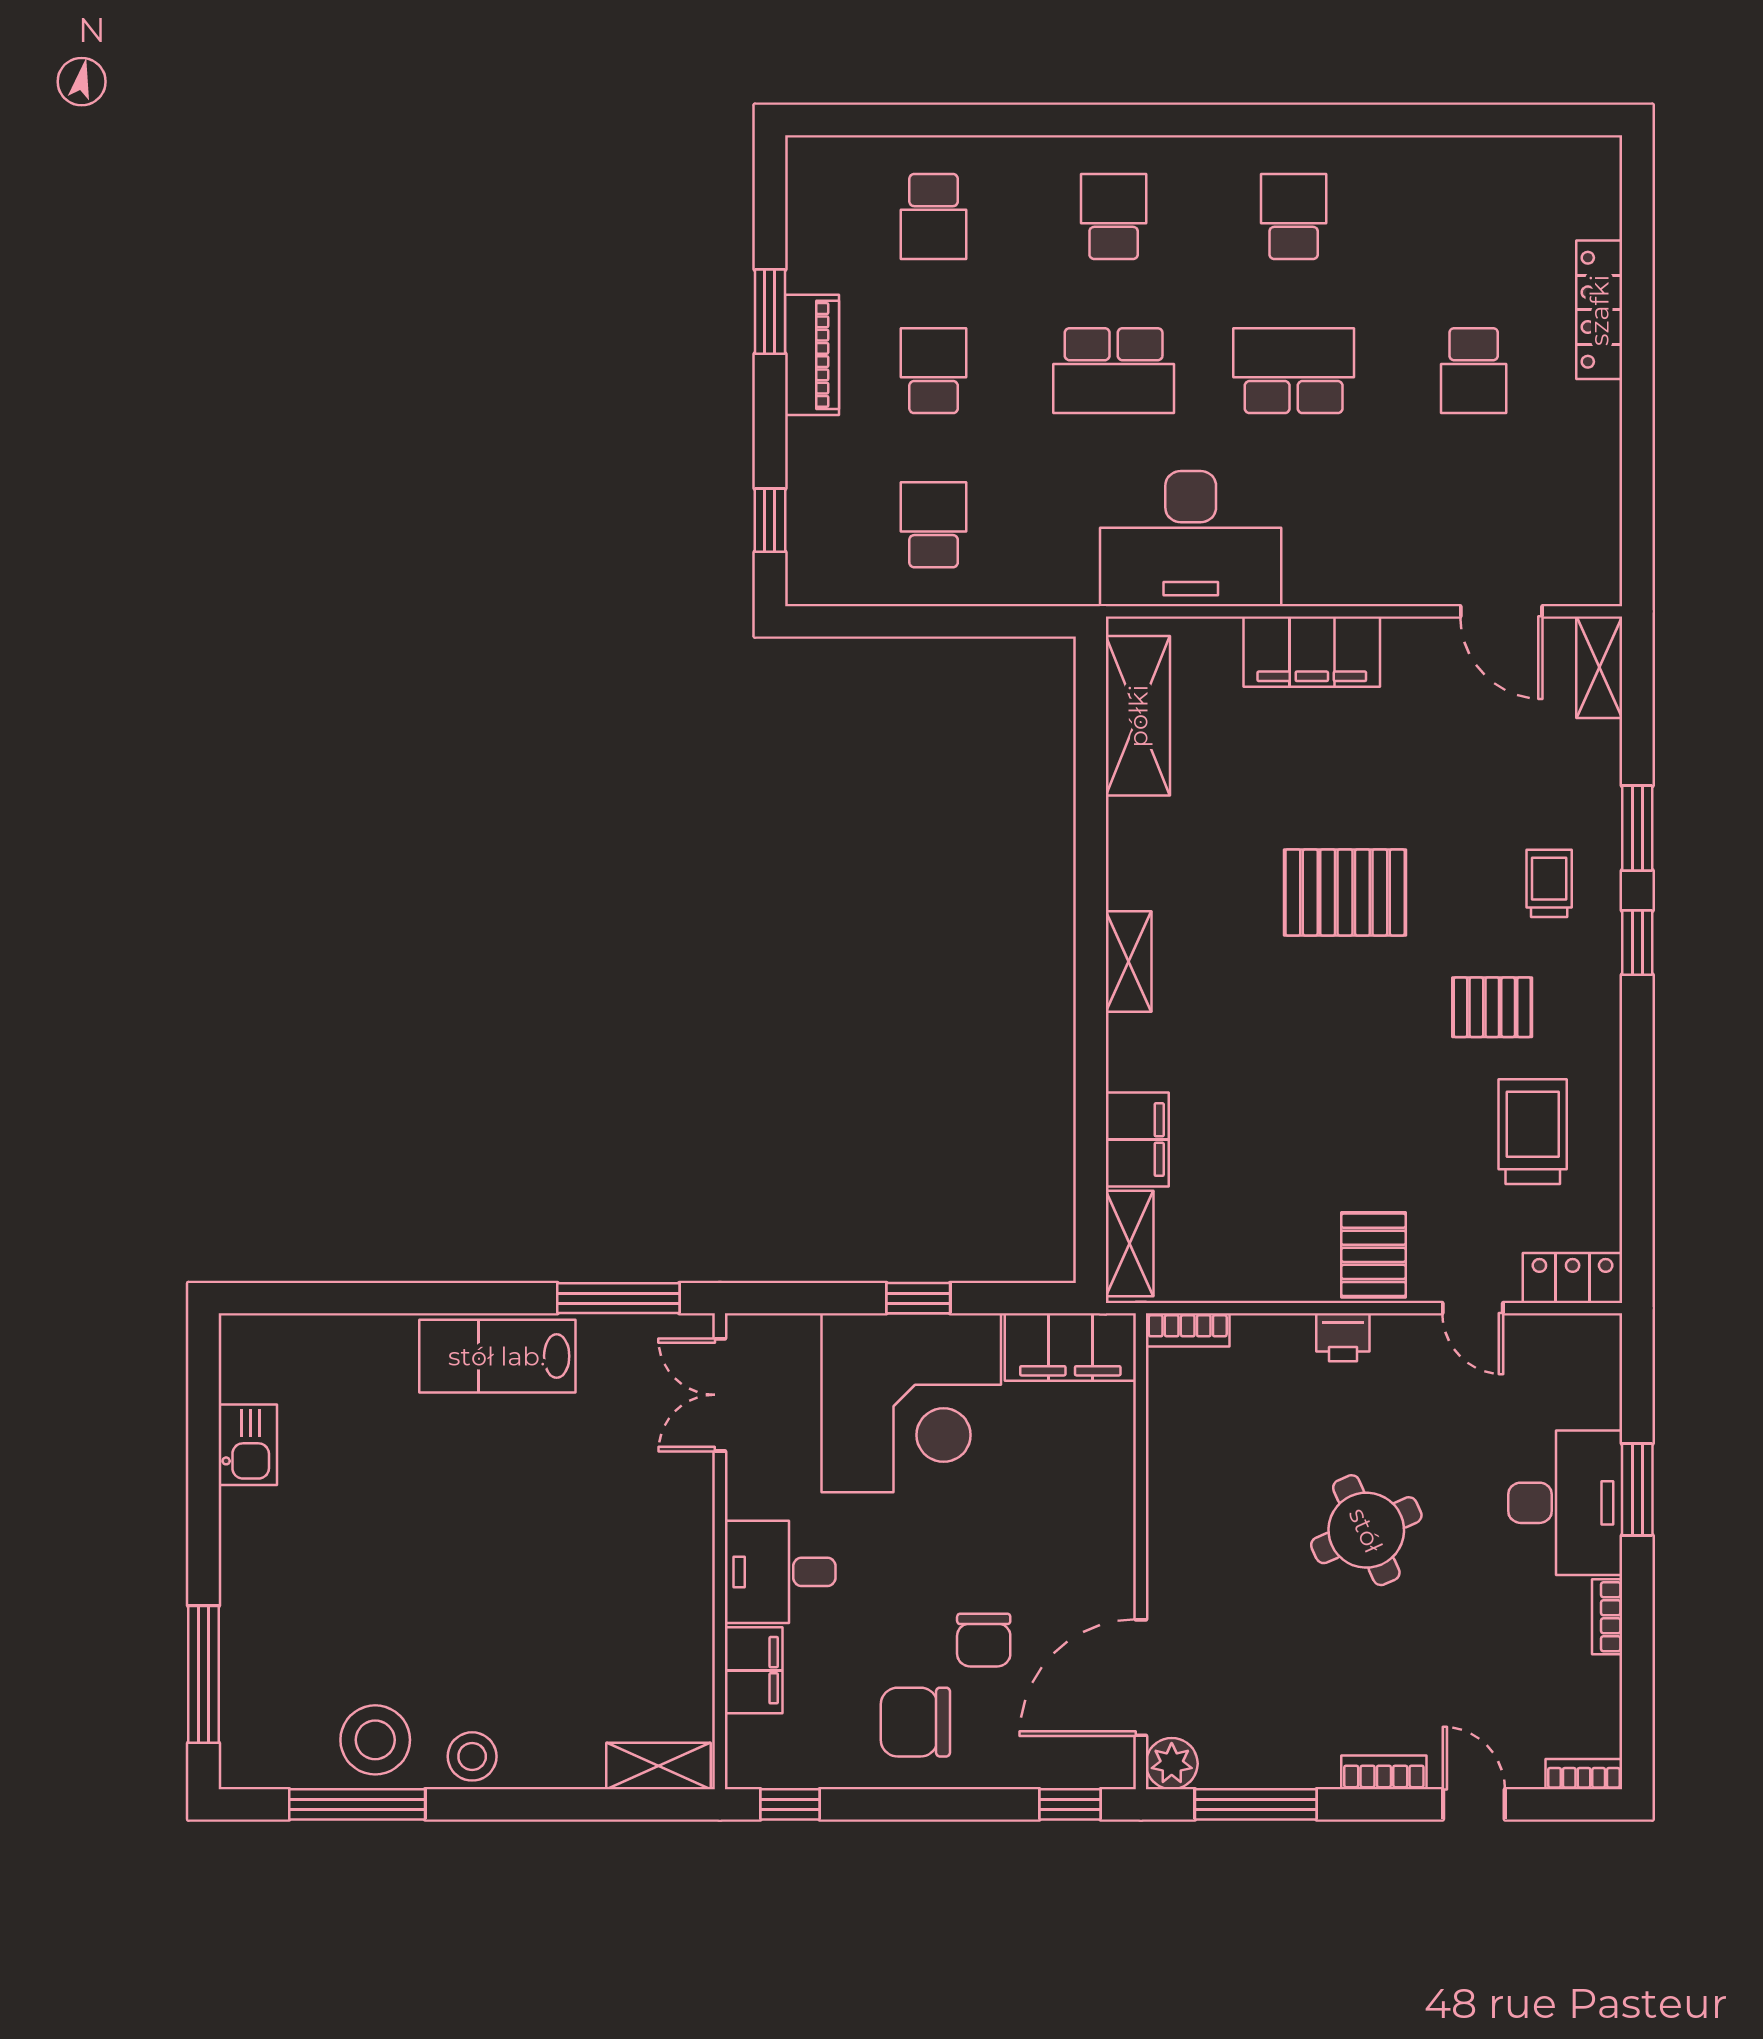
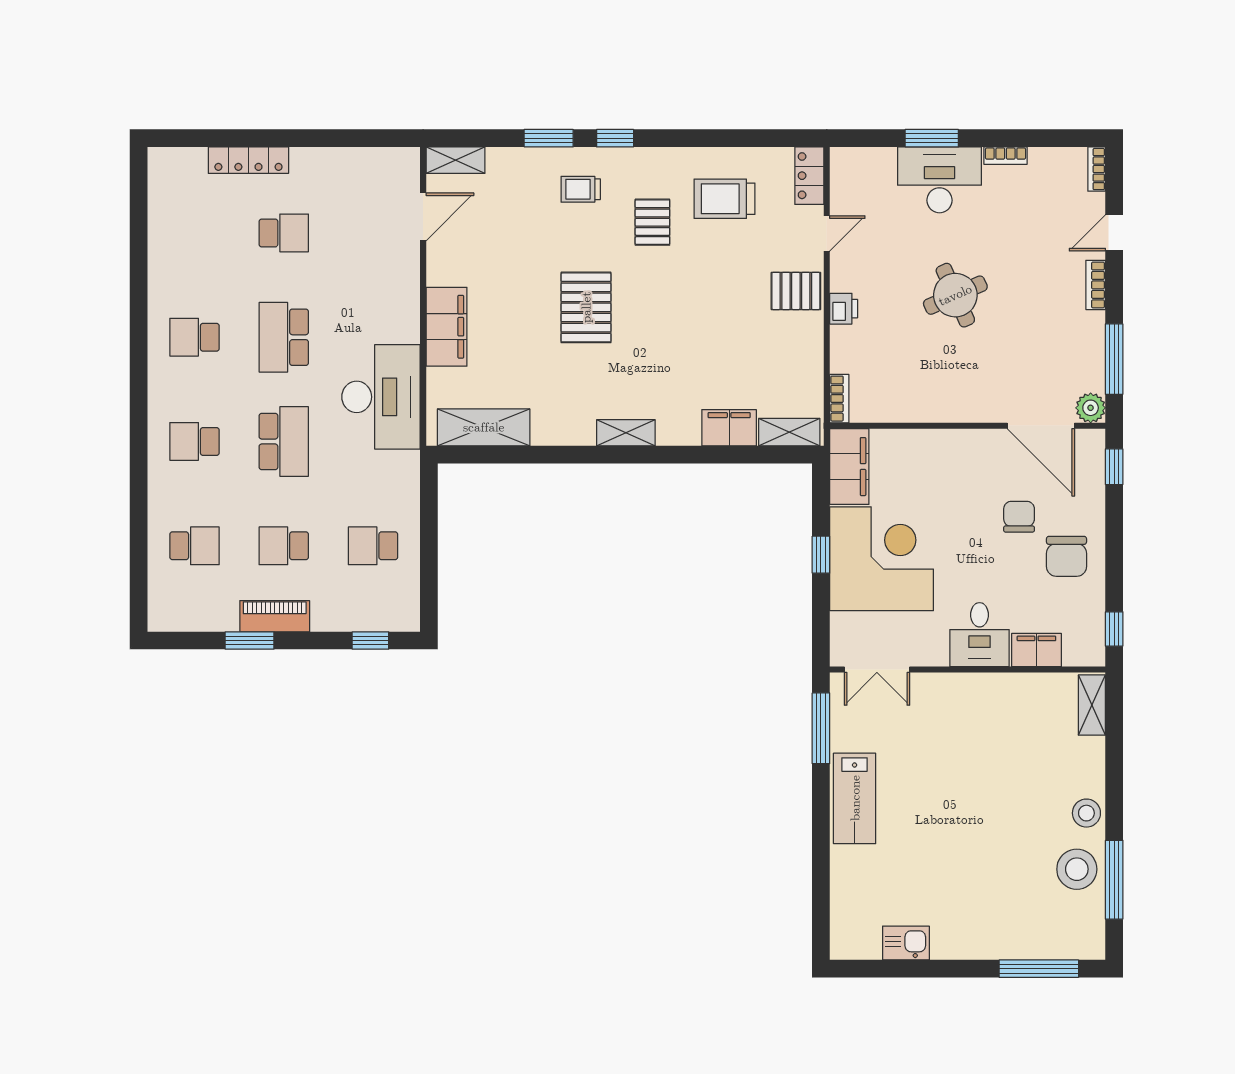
chair: (984, 1640) -> (1019, 517), turned -90

